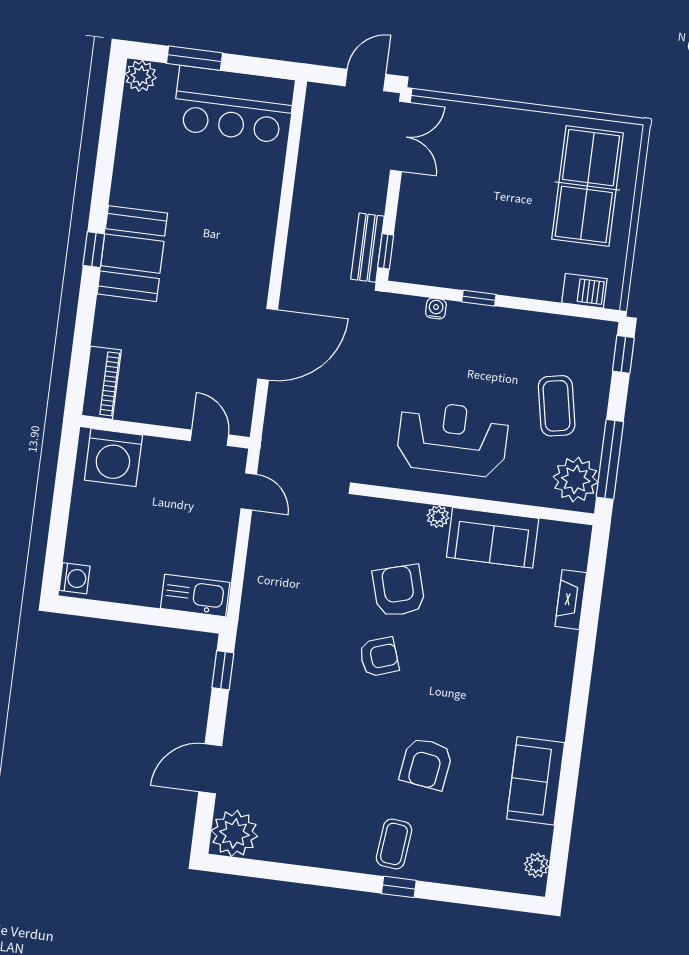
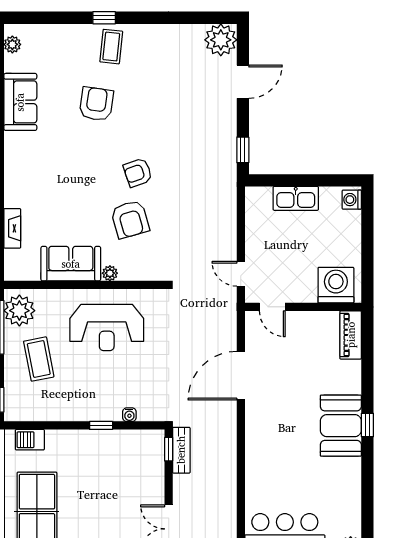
kitchen sink: (195, 595) -> (296, 198), moved

